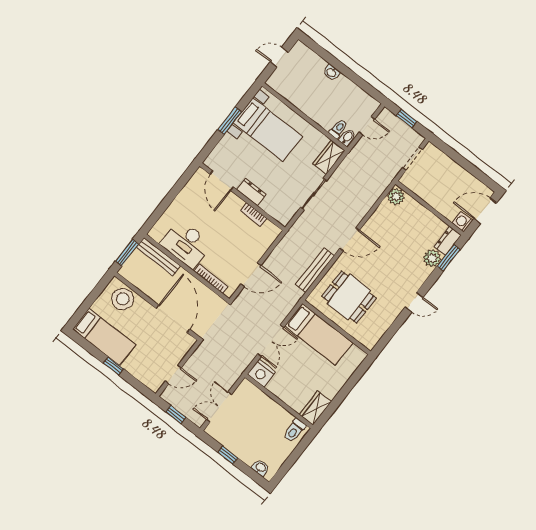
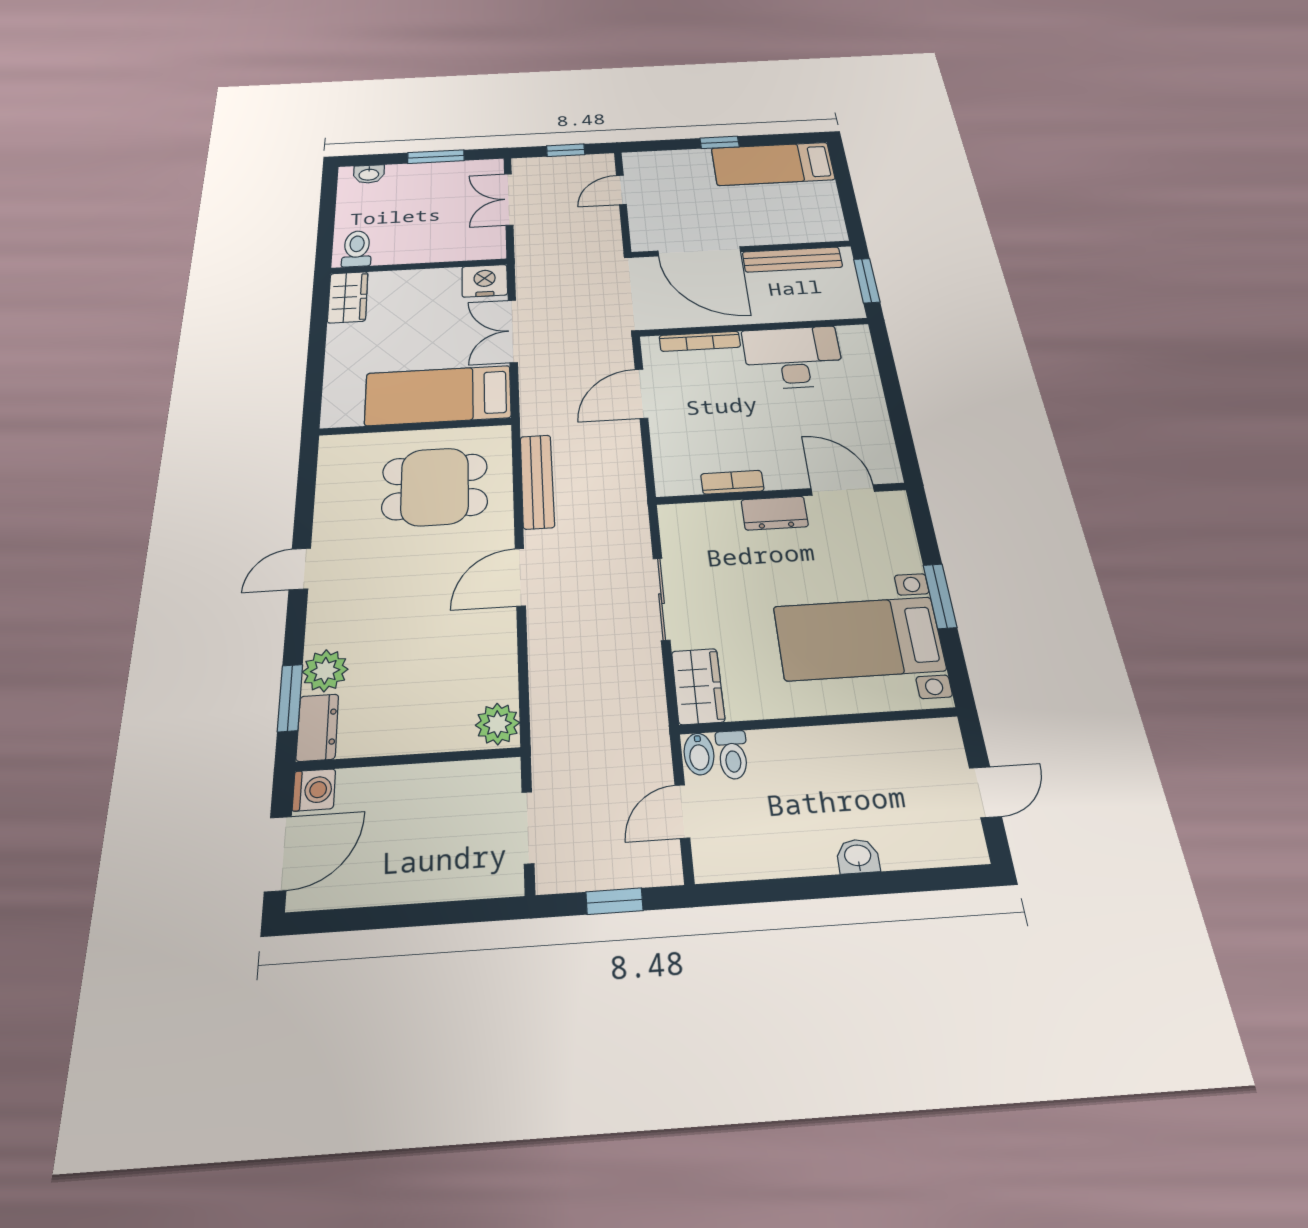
bench: (158, 257) -> (792, 260), moved
stool: (123, 299) -> (802, 223), removed
double door: (219, 407) -> (509, 199), swing flipped
window: (228, 455) -> (436, 157), width x1.50

